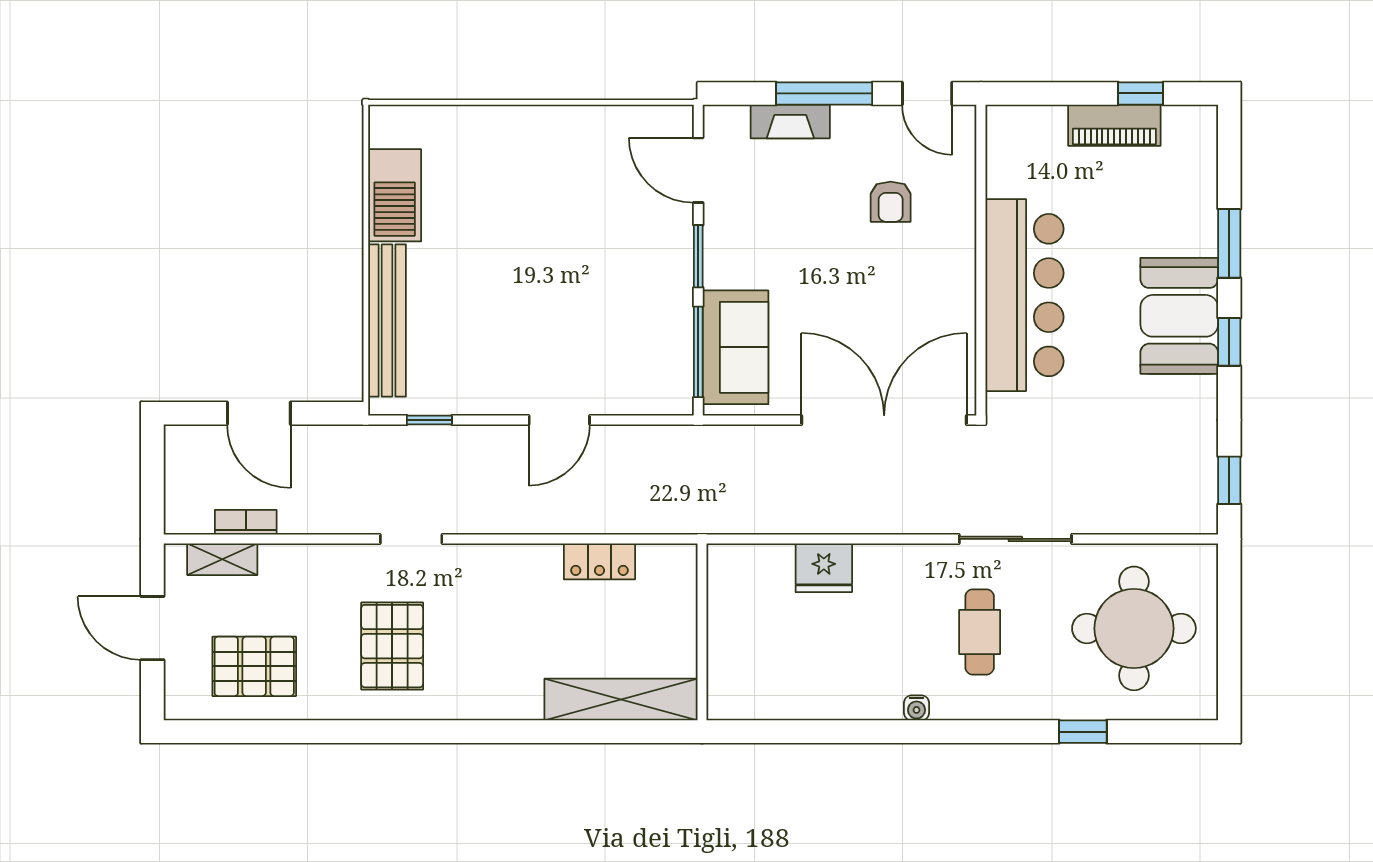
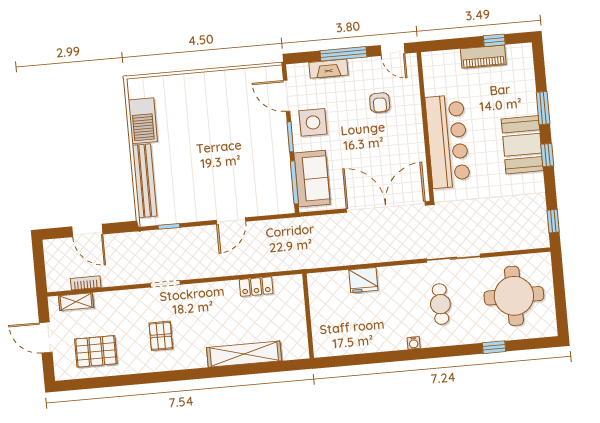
side table: (748, 231) -> (313, 122), added
pallet: (392, 646) -> (161, 336), width x0.67, depth x0.71
shelving: (621, 700) -> (244, 354), moved

